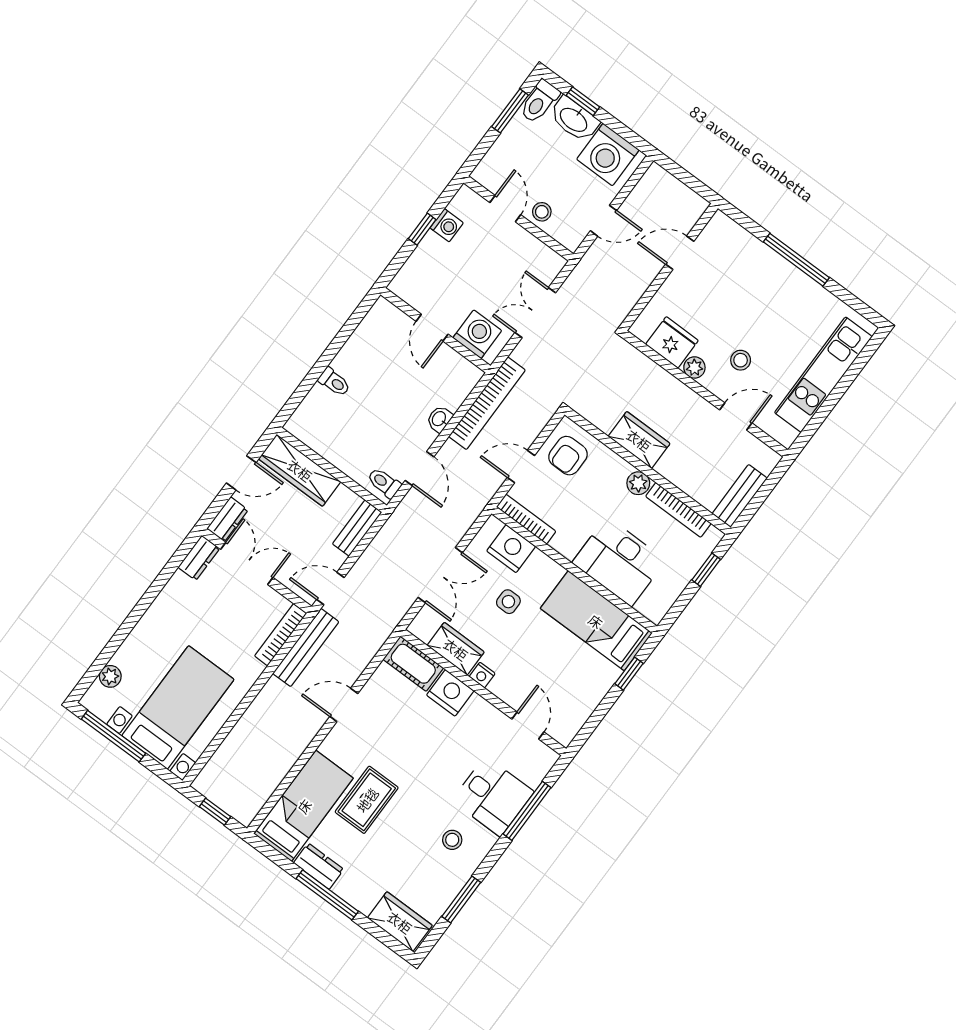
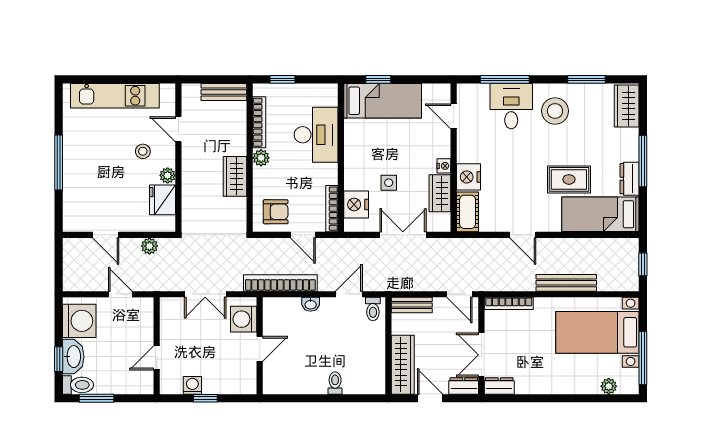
stool: (542, 212) -> (142, 335), removed
plant: (632, 291) -> (149, 246), added
bed: (596, 621) -> (383, 101), moved, turned -90
bench: (306, 647) -> (566, 283), moved
door: (528, 726) -> (454, 116), hinge flipped
stool: (452, 840) -> (555, 111), width x1.89, depth x1.89

